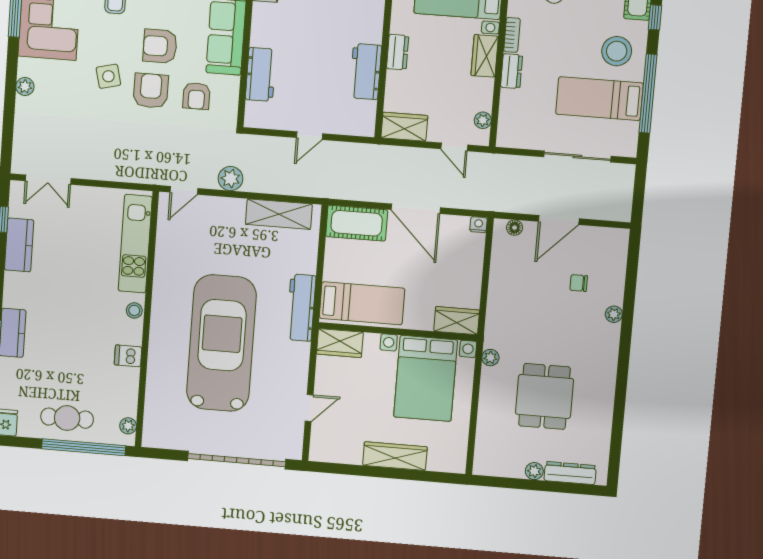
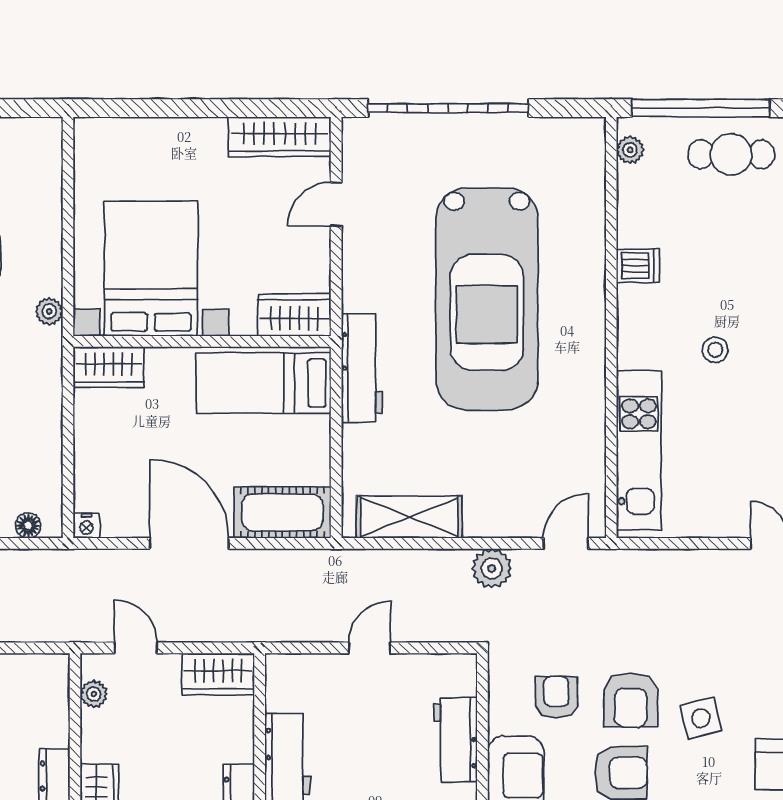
stool: (134, 310) -> (715, 350), moved
wardrobe: (395, 456) -> (280, 137), moved

